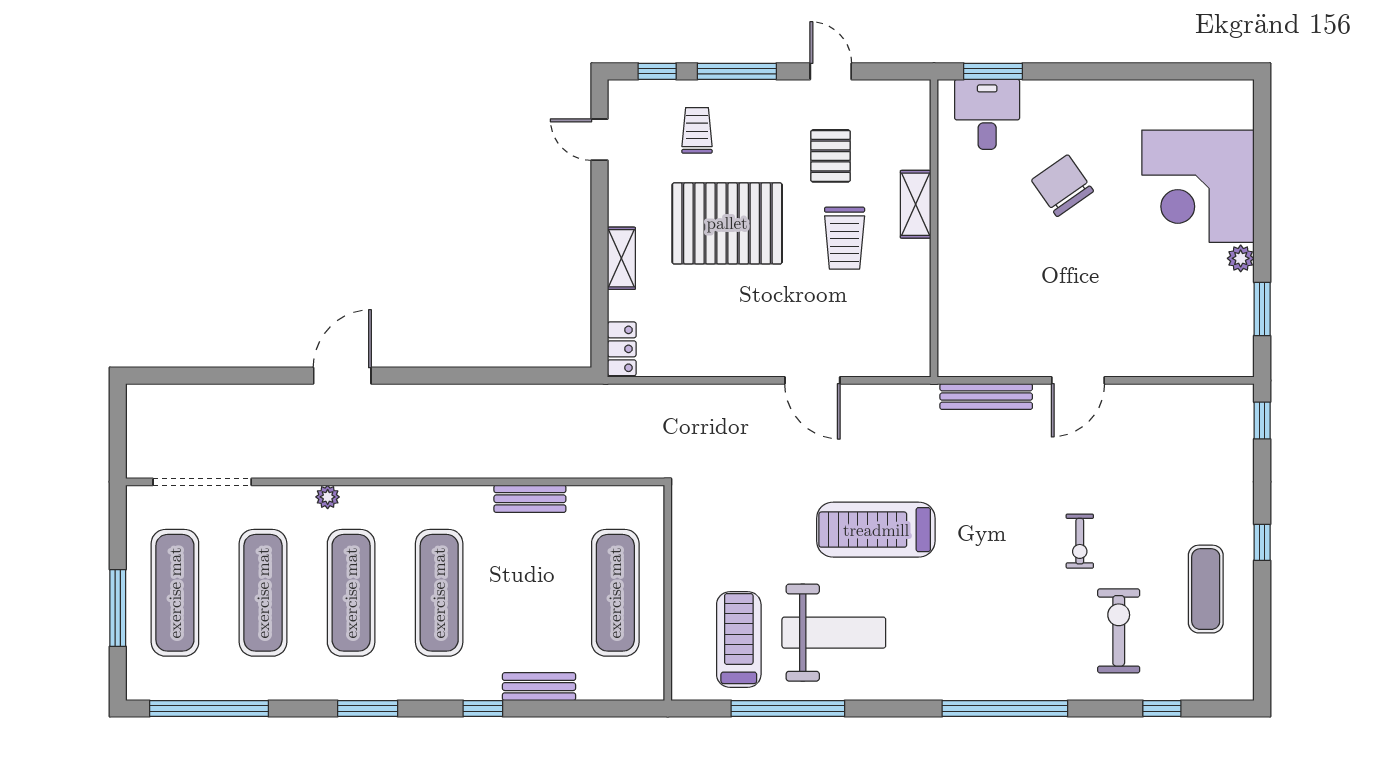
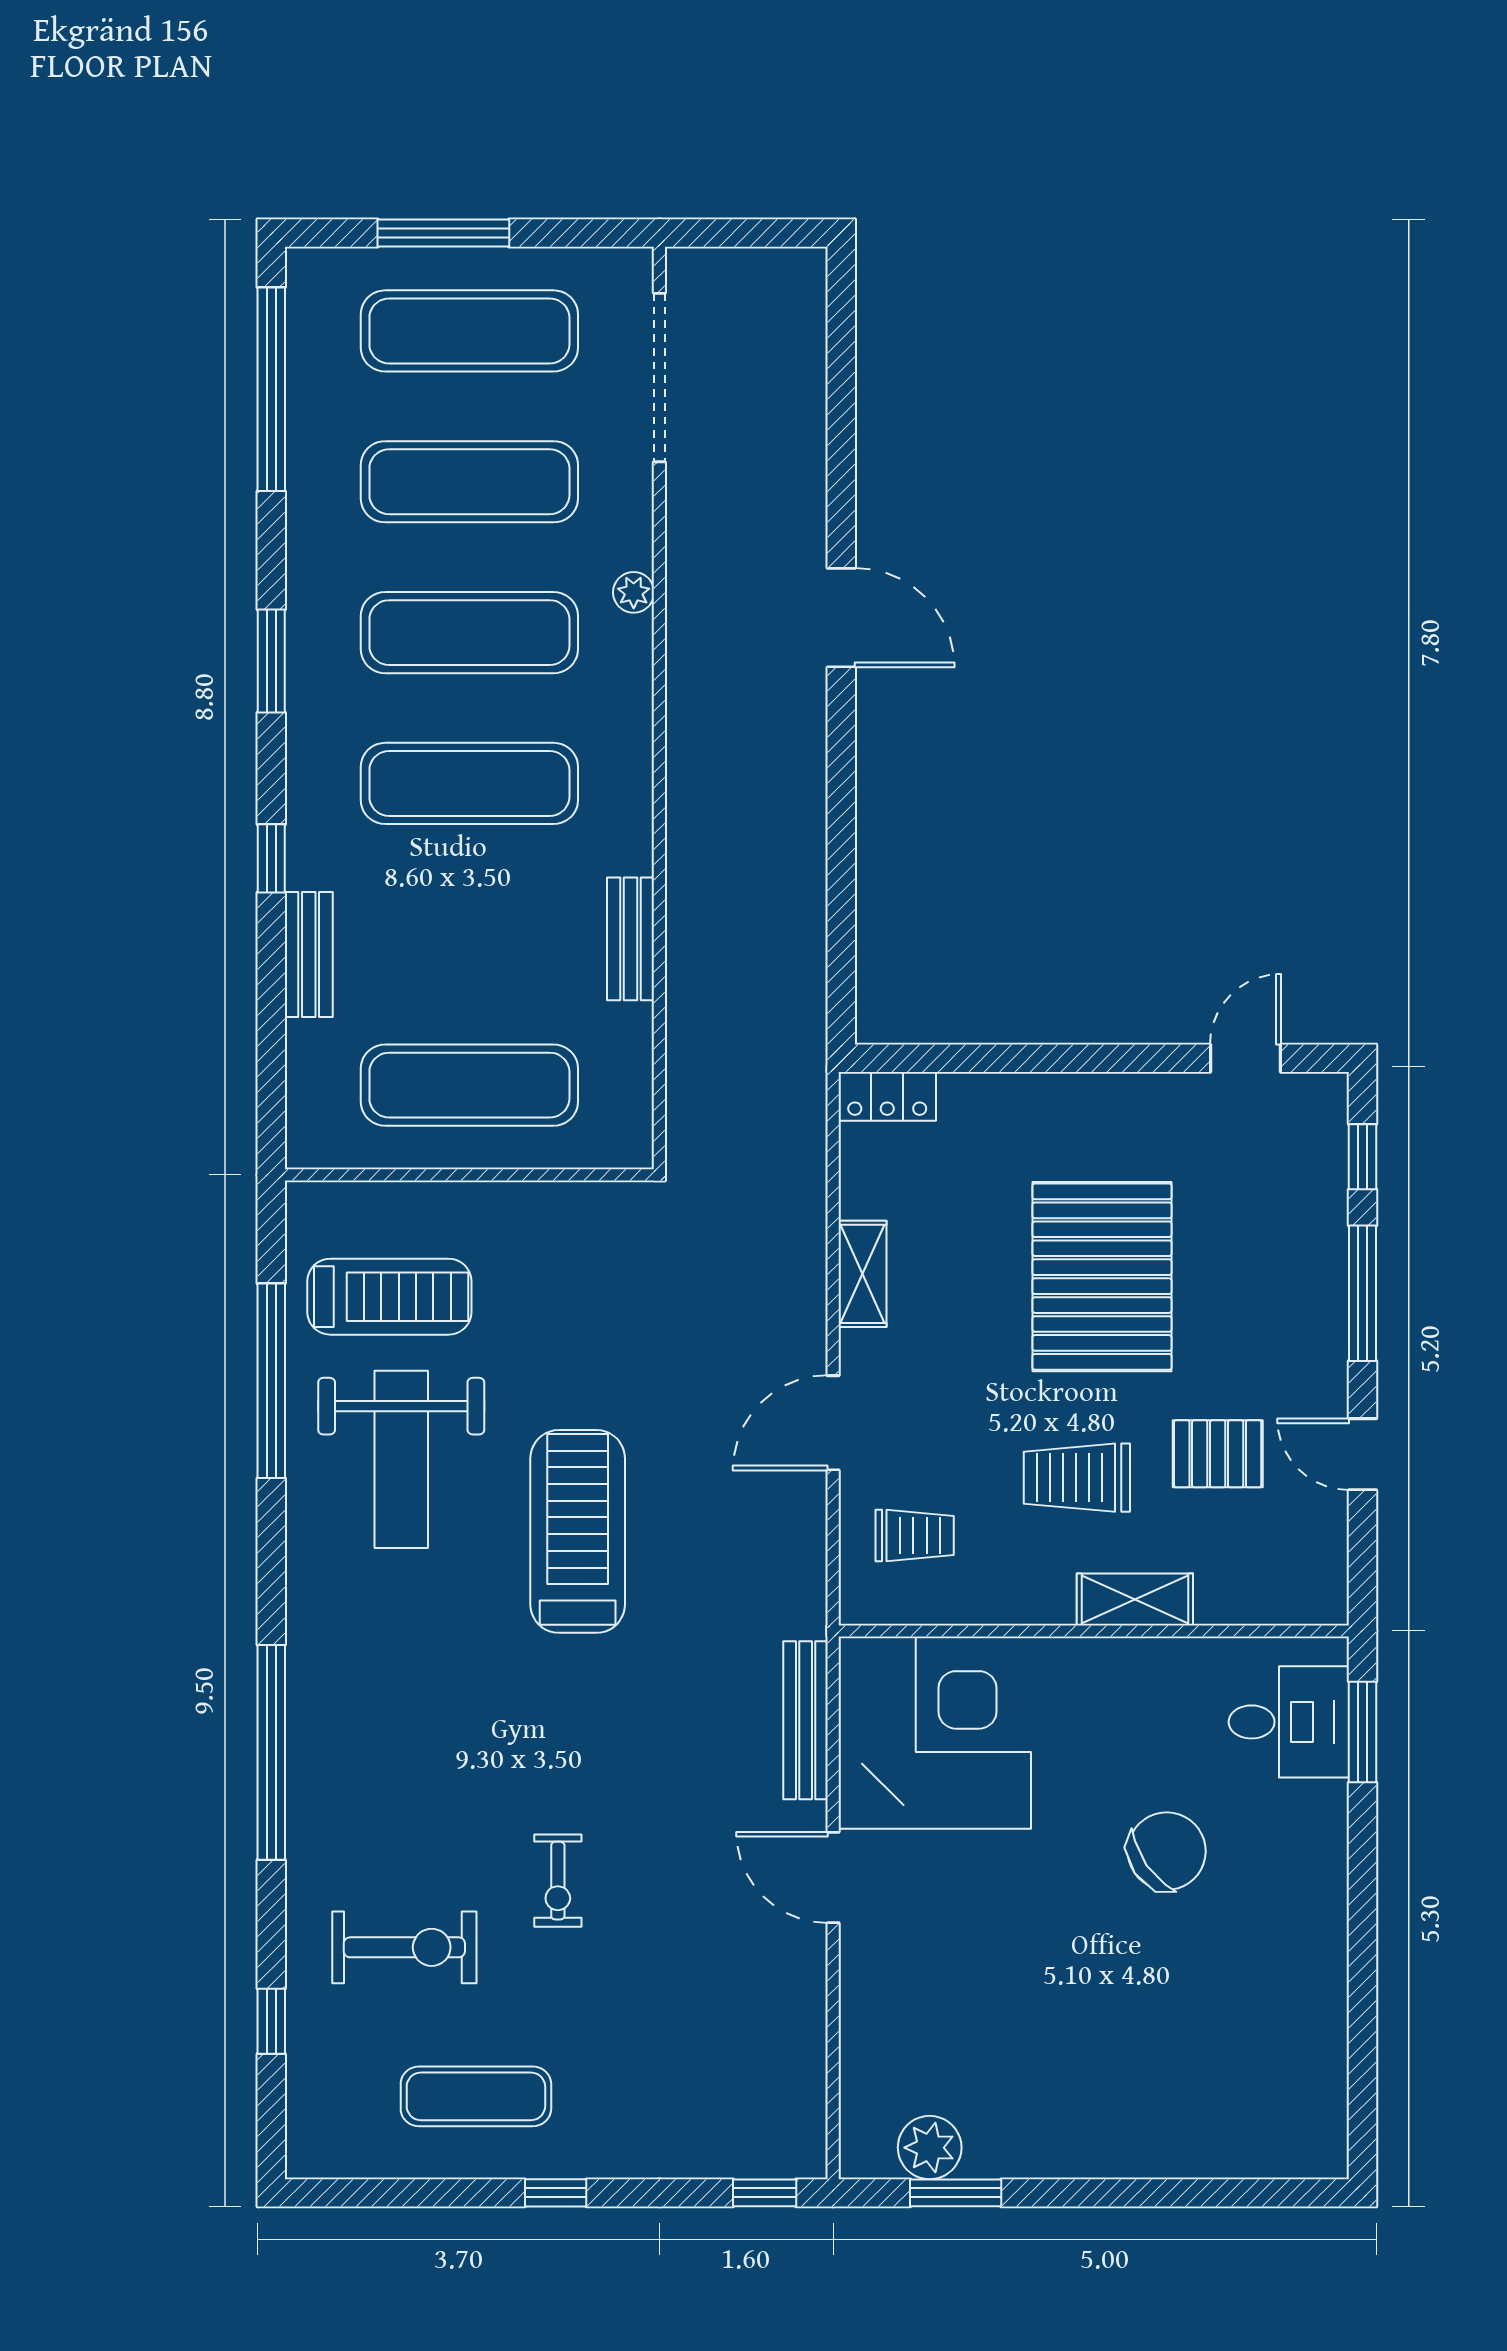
door: (831, 71) -> (1362, 1454), swing flipped
trolley: (697, 130) -> (915, 1536), moved
corner desk: (1198, 186) -> (935, 1733), moved, turned 90
shelving: (621, 258) -> (863, 1274), moved, turned 90
plant: (1241, 258) -> (930, 2148), moved, width x1.38, depth x1.38
exercise bike: (1080, 541) -> (558, 1881), turned -90

